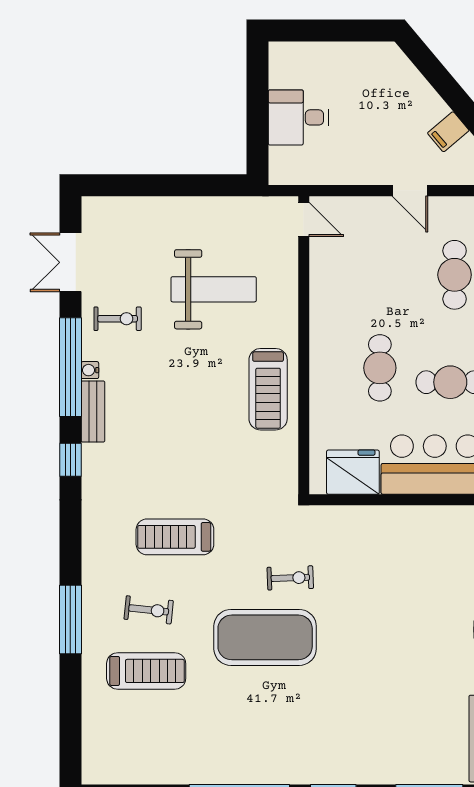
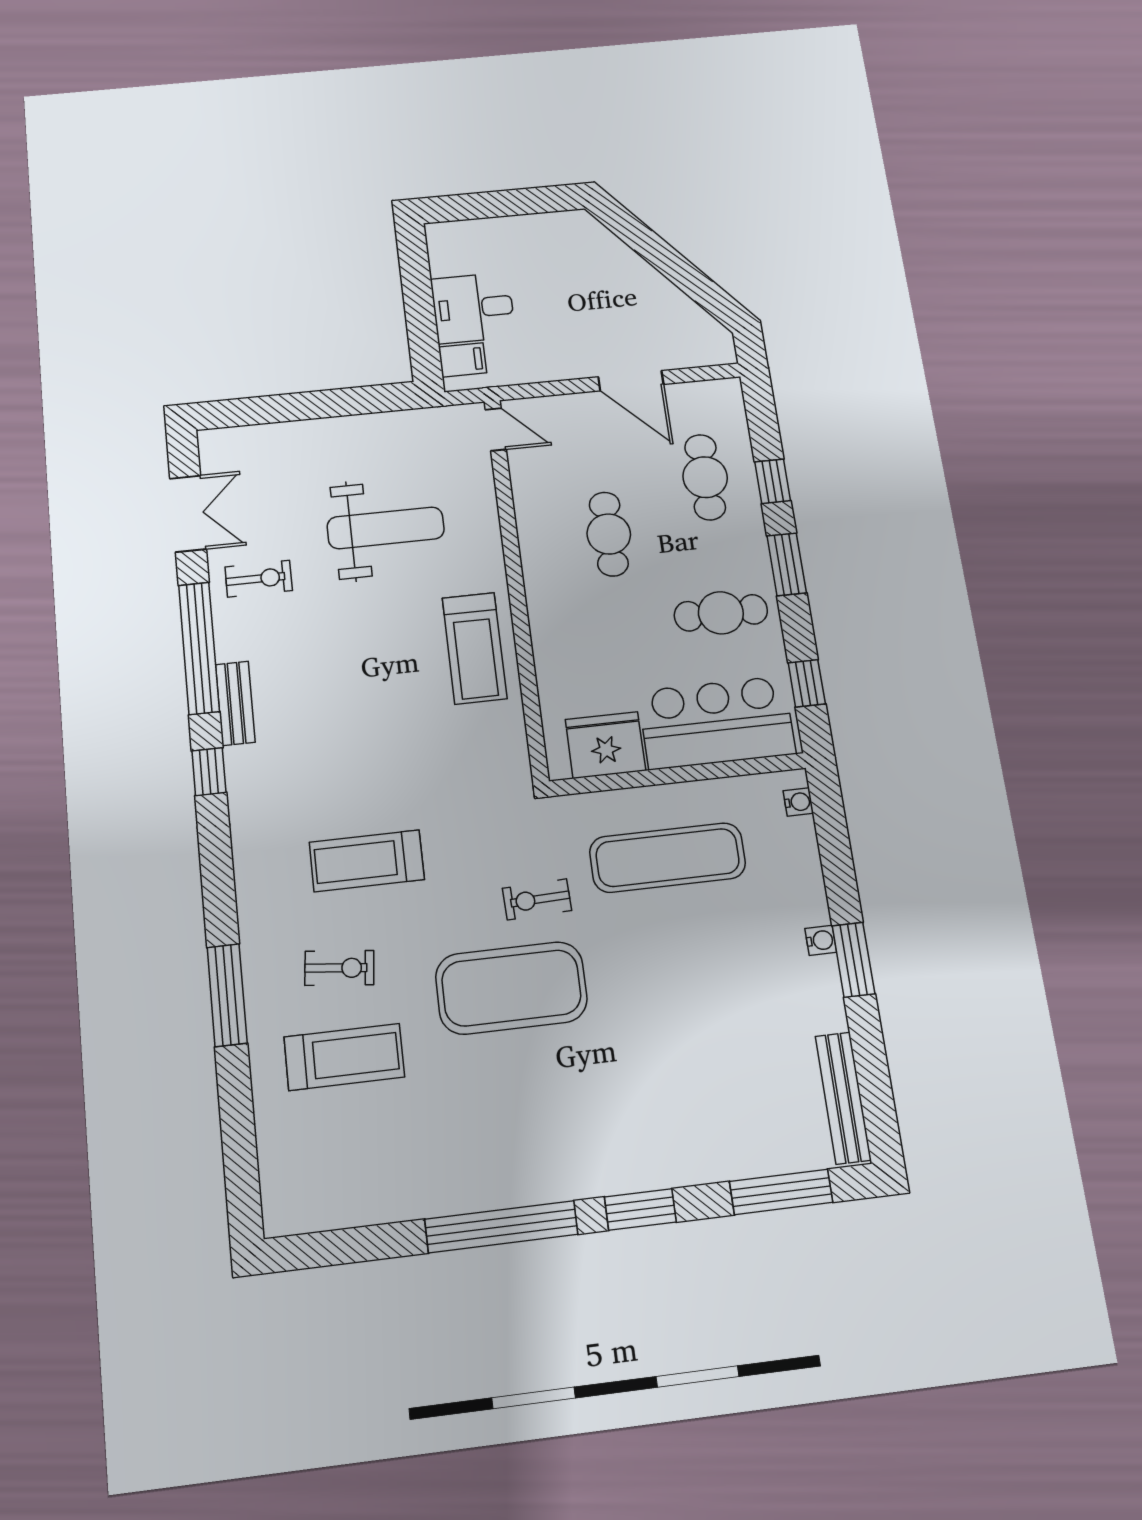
filing cabinet: (448, 132) -> (463, 360), moved, turned -140
door: (410, 191) -> (631, 381), width x1.38
double door: (70, 262) -> (188, 514), swing flipped
cafe table: (380, 368) -> (609, 534), moved
water cooler: (90, 370) -> (226, 649), removed
exercise mat: (386, 559) -> (668, 858), added
exercise bike: (290, 578) -> (537, 899), turned 180

